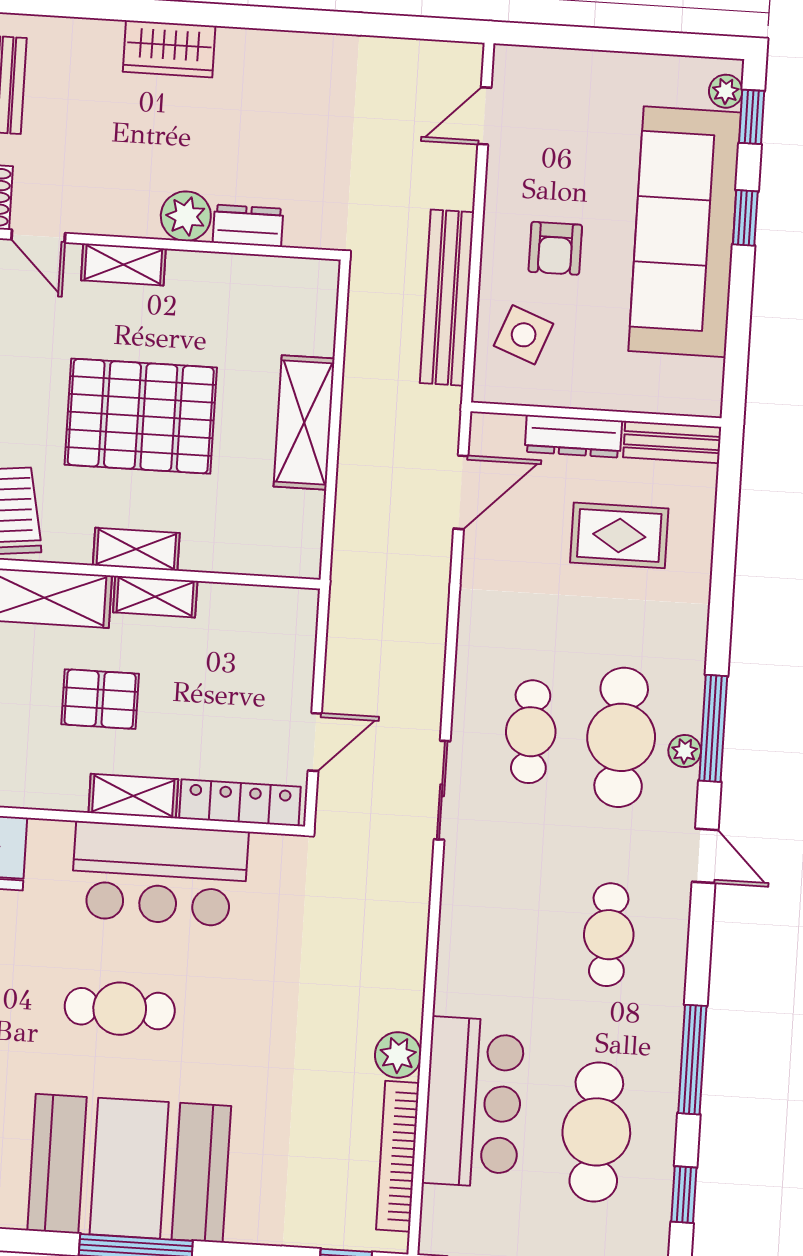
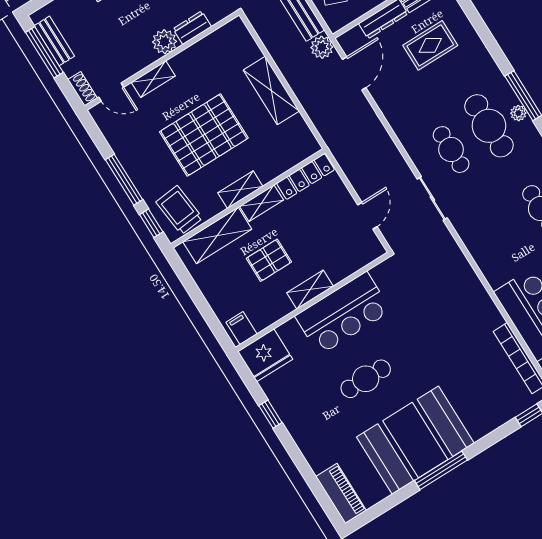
locker: (240, 803) -> (305, 177), moved, turned 180
plant: (398, 1055) -> (322, 47), moved

